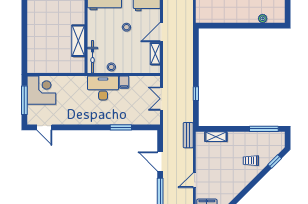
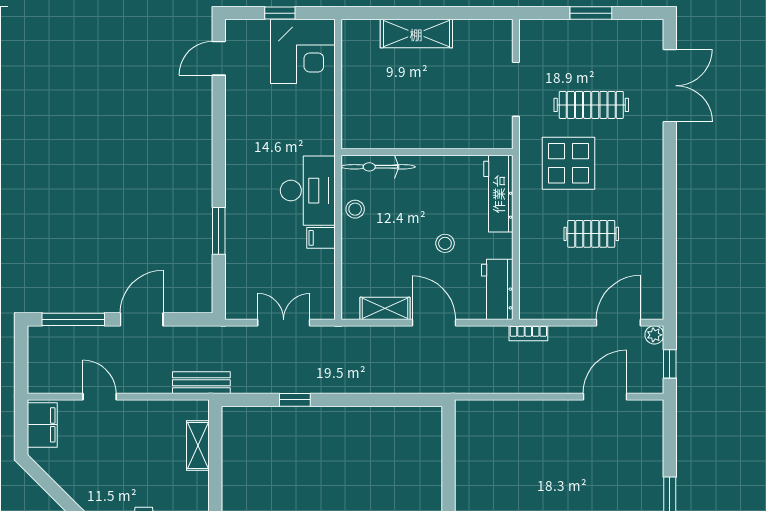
shelving: (78, 41) -> (416, 34), moved
window: (24, 100) -> (280, 13), width x0.46

